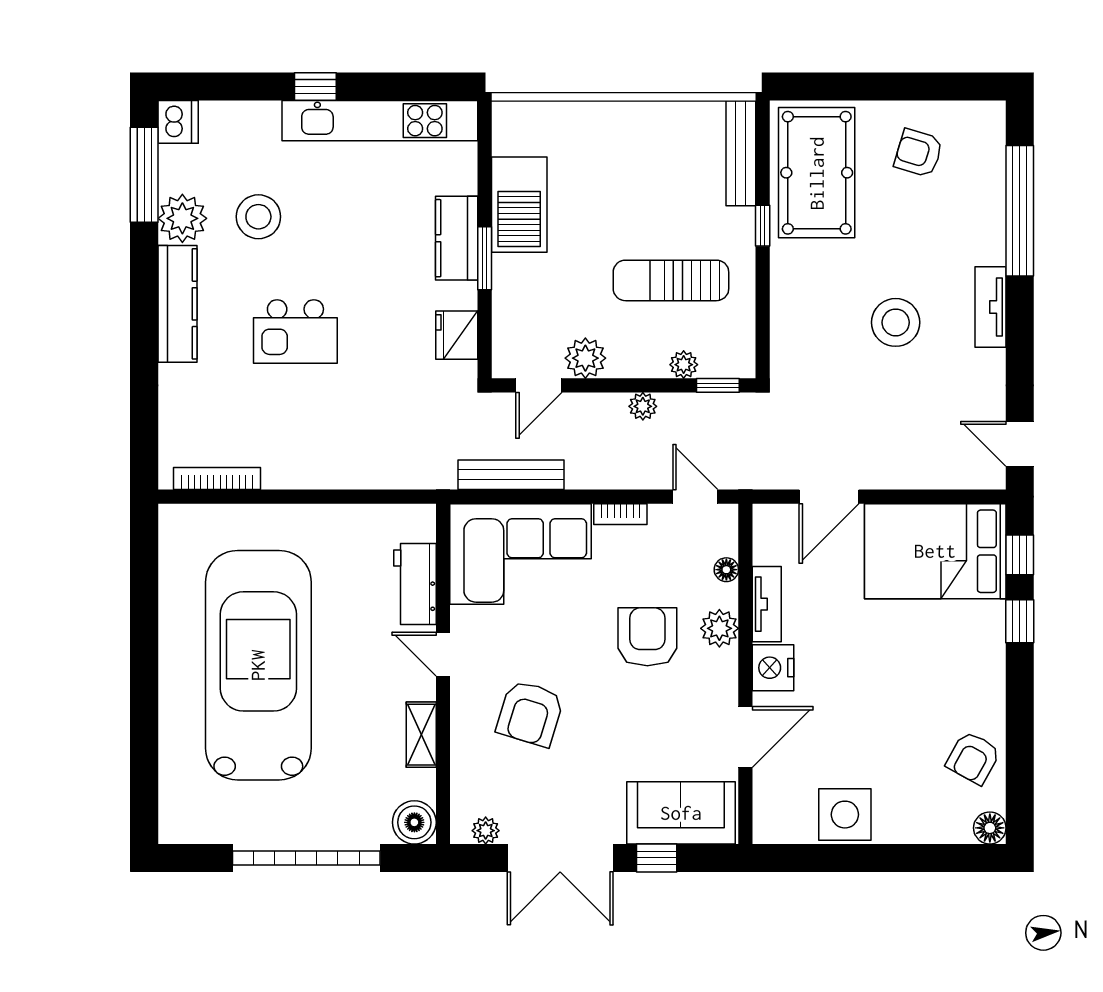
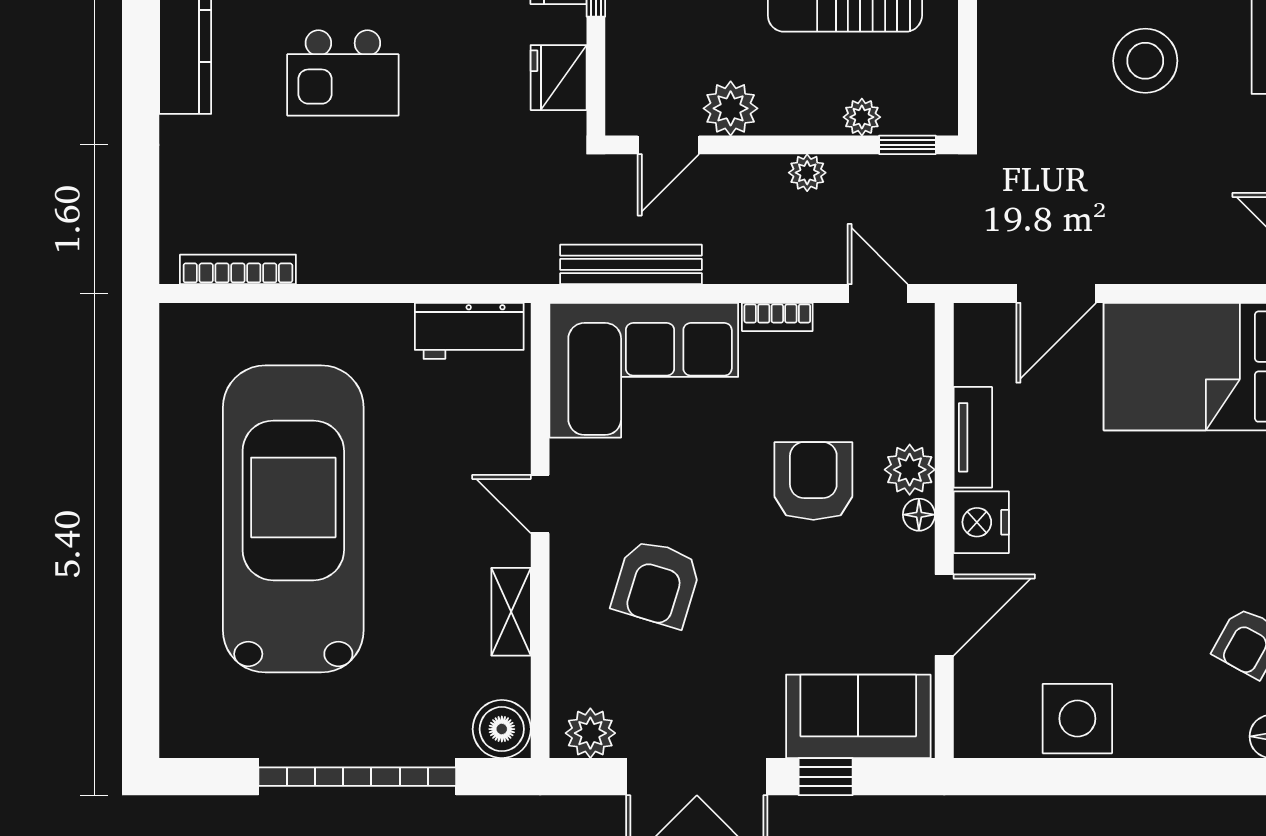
floor lamp: (726, 570) -> (919, 515), moved
workbench: (415, 584) -> (469, 331), moved, turned -90
plant: (486, 831) -> (590, 733), width x1.38, depth x1.38

